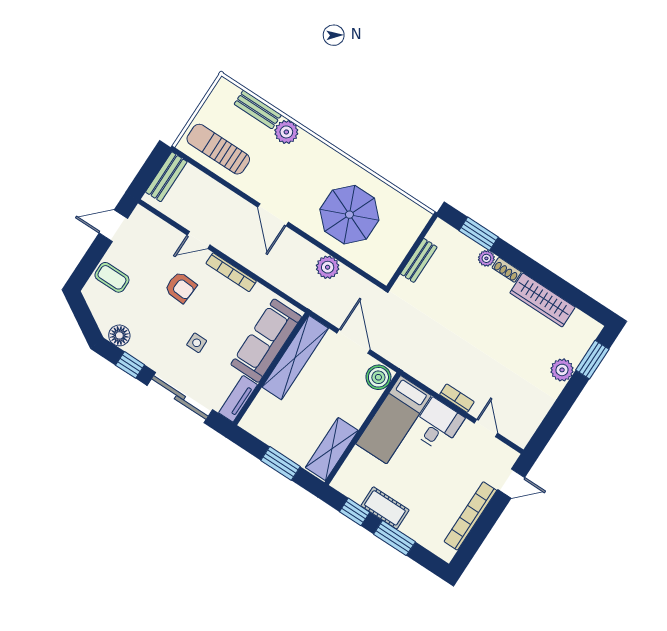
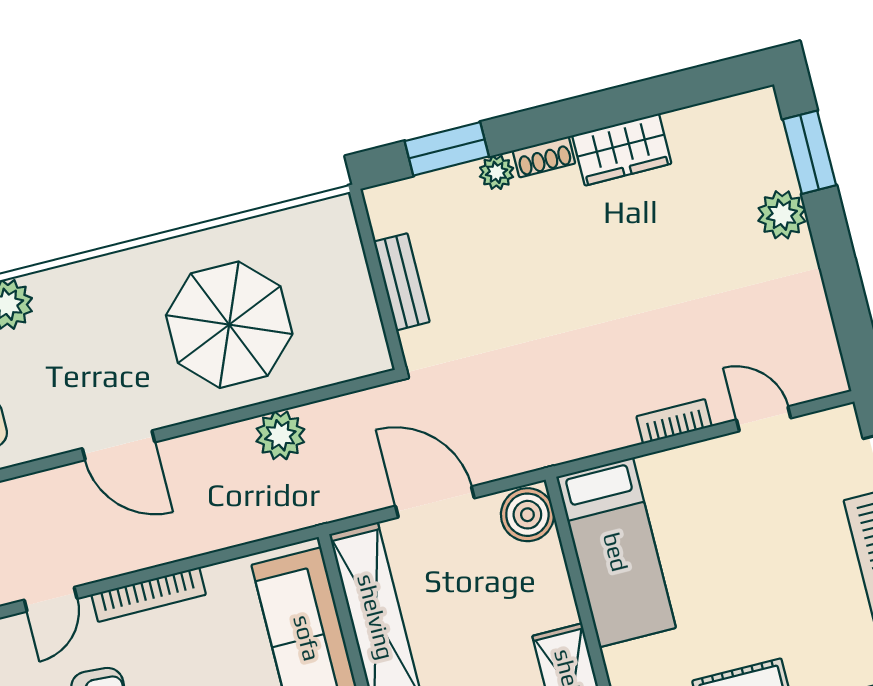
wardrobe: (543, 300) -> (622, 150), width x0.67
desk: (438, 425) -> (688, 490), removed

